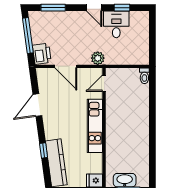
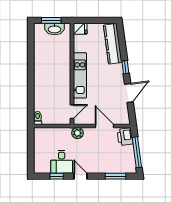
window: (44, 150) -> (125, 67), moved

